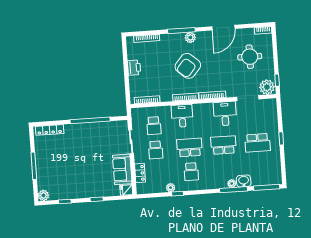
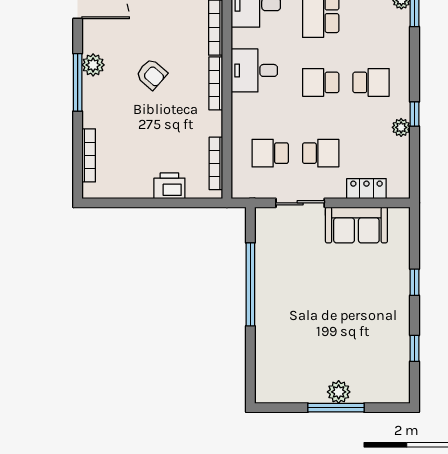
armchair: (188, 66) -> (152, 74), width x0.53, depth x0.53
printer: (134, 68) -> (169, 186), moved
desk: (182, 116) -> (254, 70), moved
school desk: (154, 126) -> (270, 153), turned 180
locker: (50, 130) -> (264, 370), removed
school desk: (190, 147) -> (321, 82), width x0.54
fridge: (126, 190) -> (399, 219), removed
plant: (43, 195) -> (339, 392), moved

